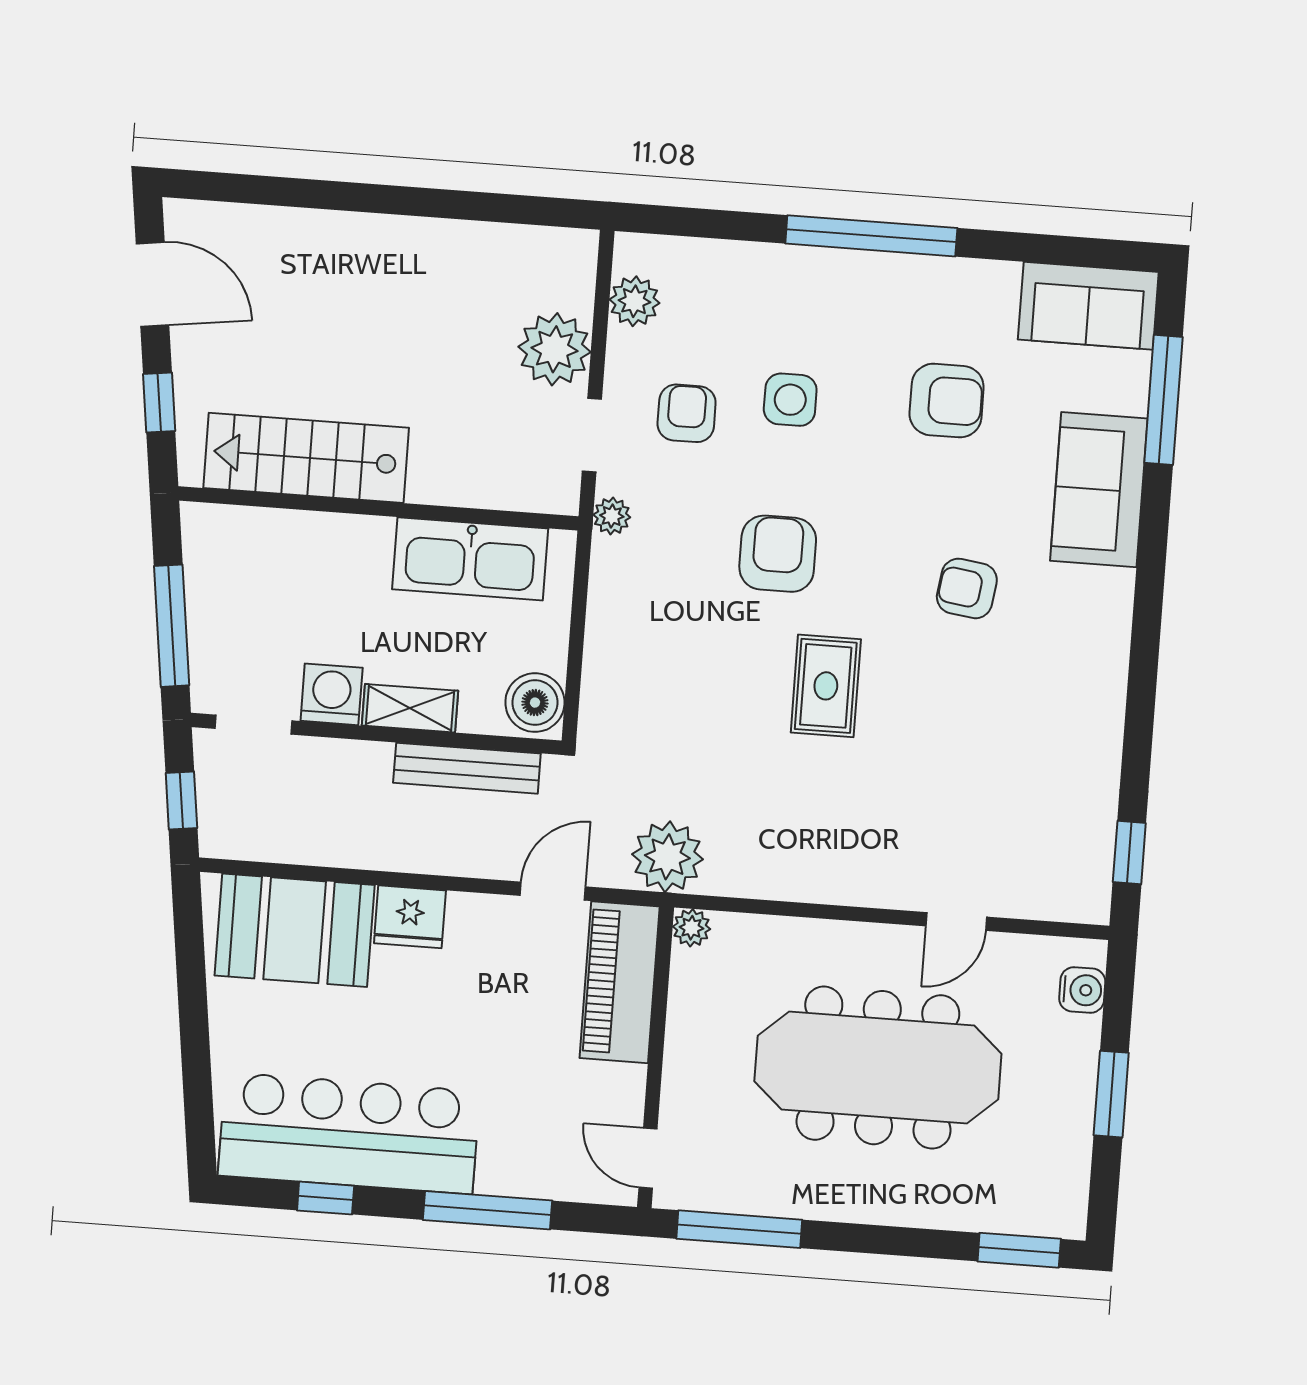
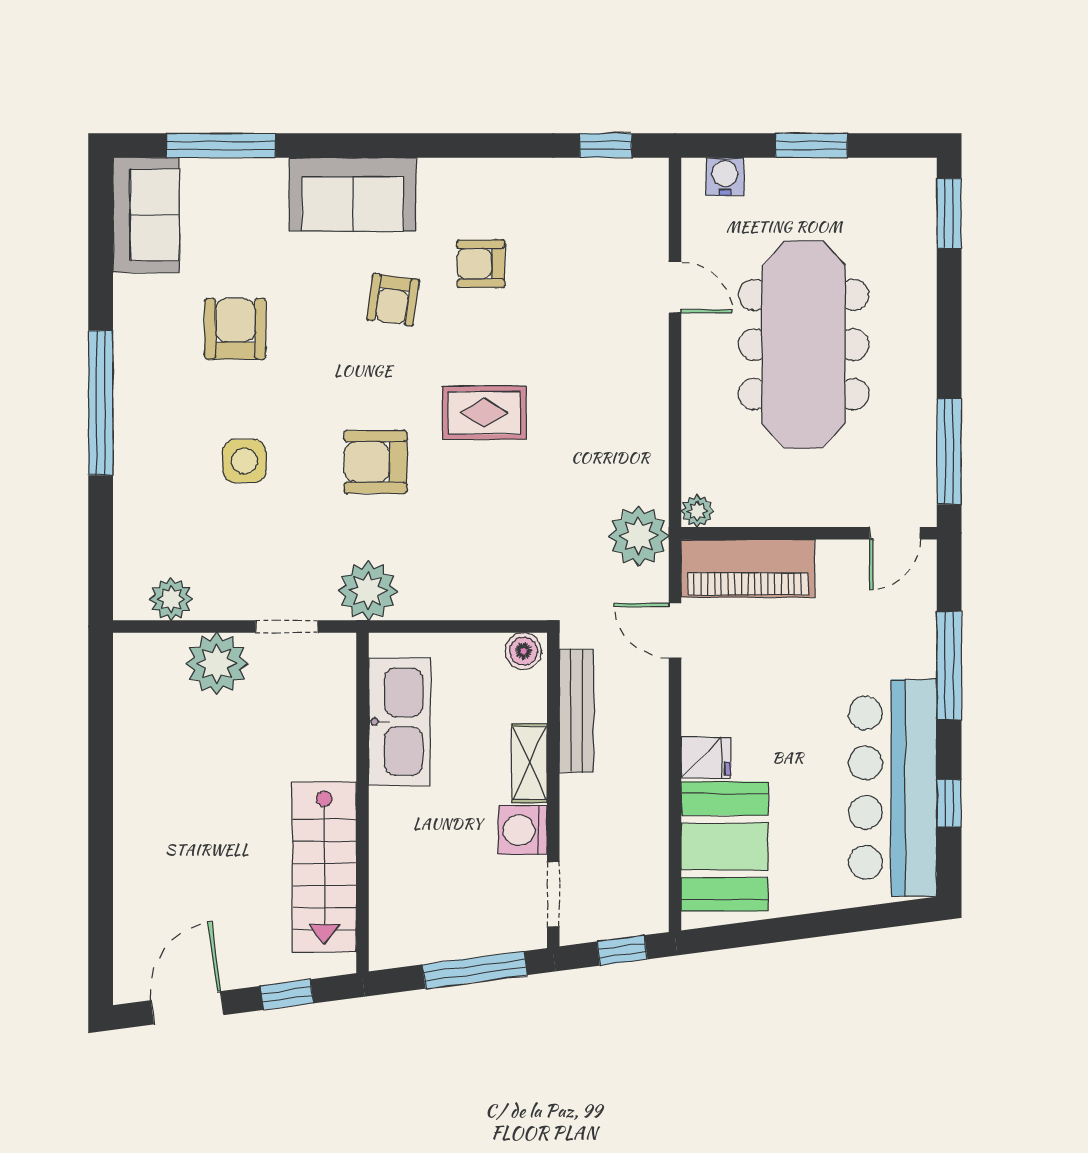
armchair: (687, 413) -> (481, 264), moved
sofa: (1099, 490) -> (353, 194), moved
plant: (612, 516) -> (368, 591), width x1.88, depth x1.88
boiler: (535, 703) -> (523, 651), width x0.73, depth x0.73
fridge: (410, 917) -> (706, 758), width x0.72

